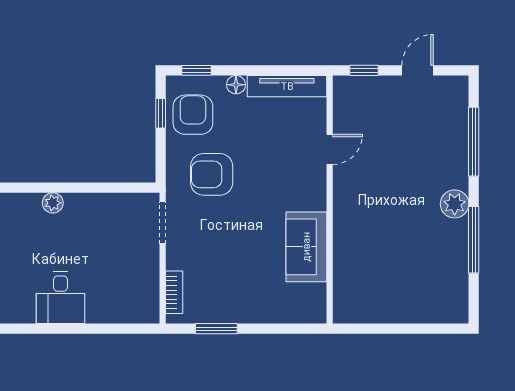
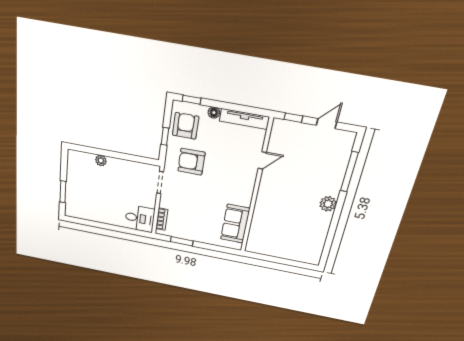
window: (161, 113) -> (165, 136), moved
window: (474, 240) -> (334, 225), removed
sofa: (306, 247) -> (235, 224), moved
desk: (60, 298) -> (140, 218), moved, turned -90

